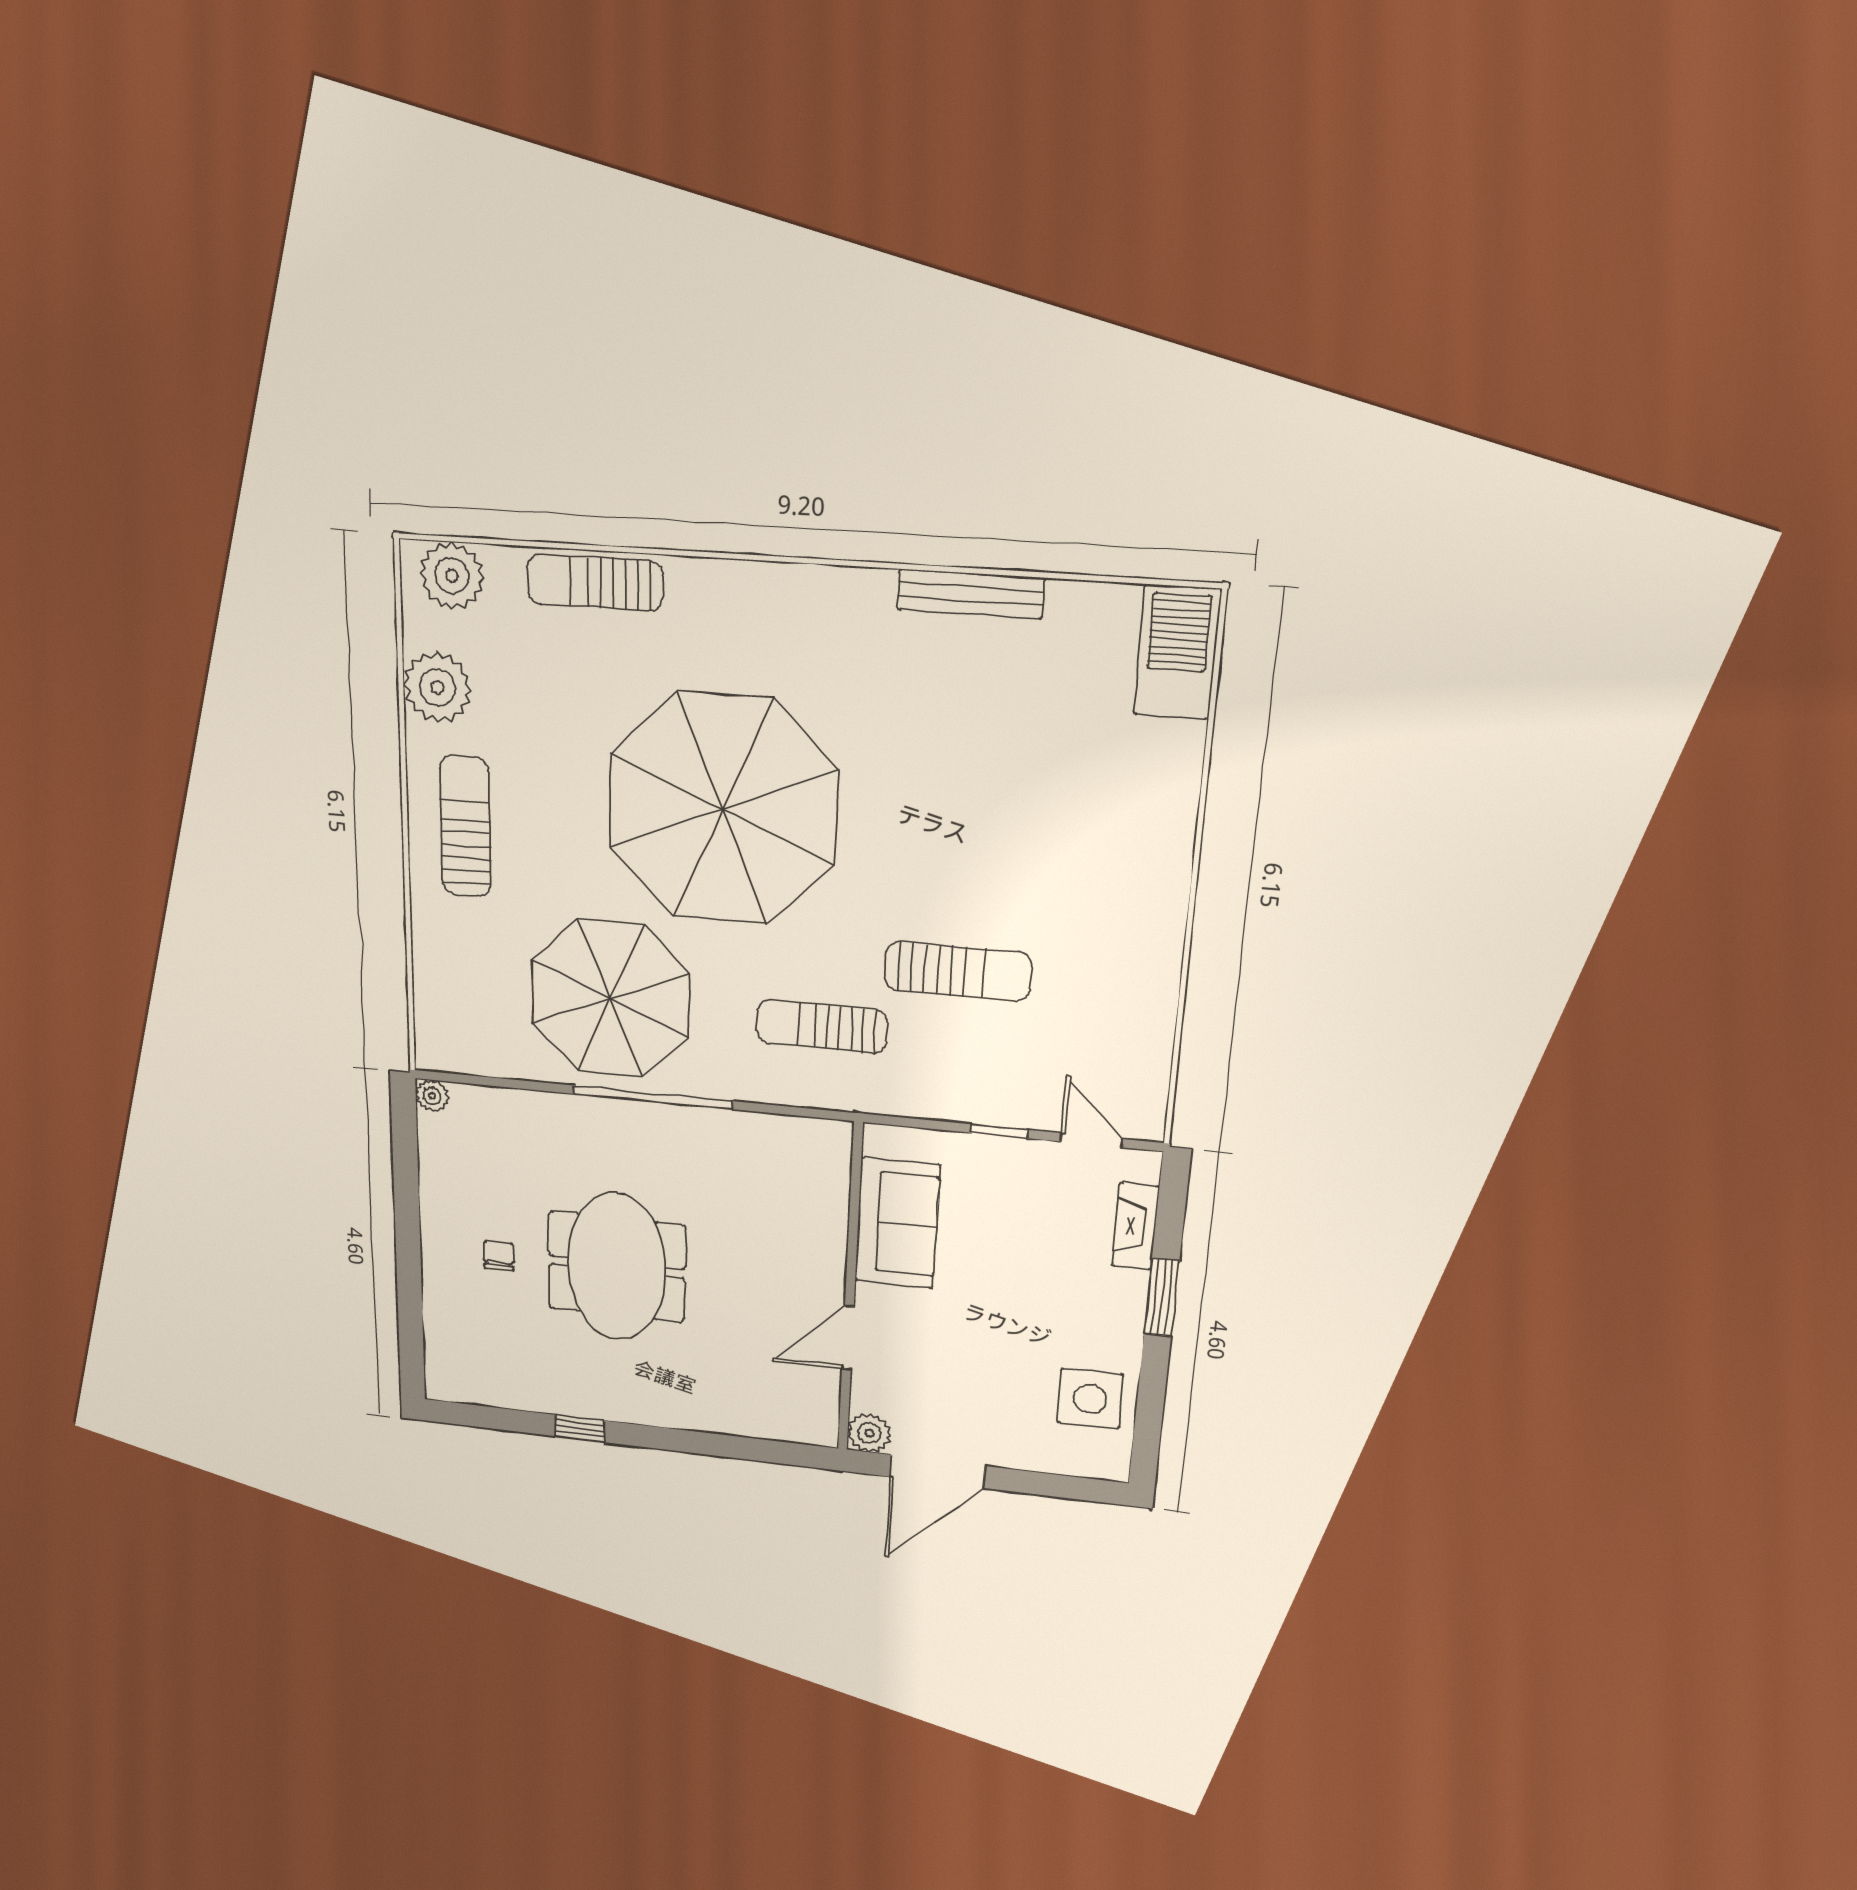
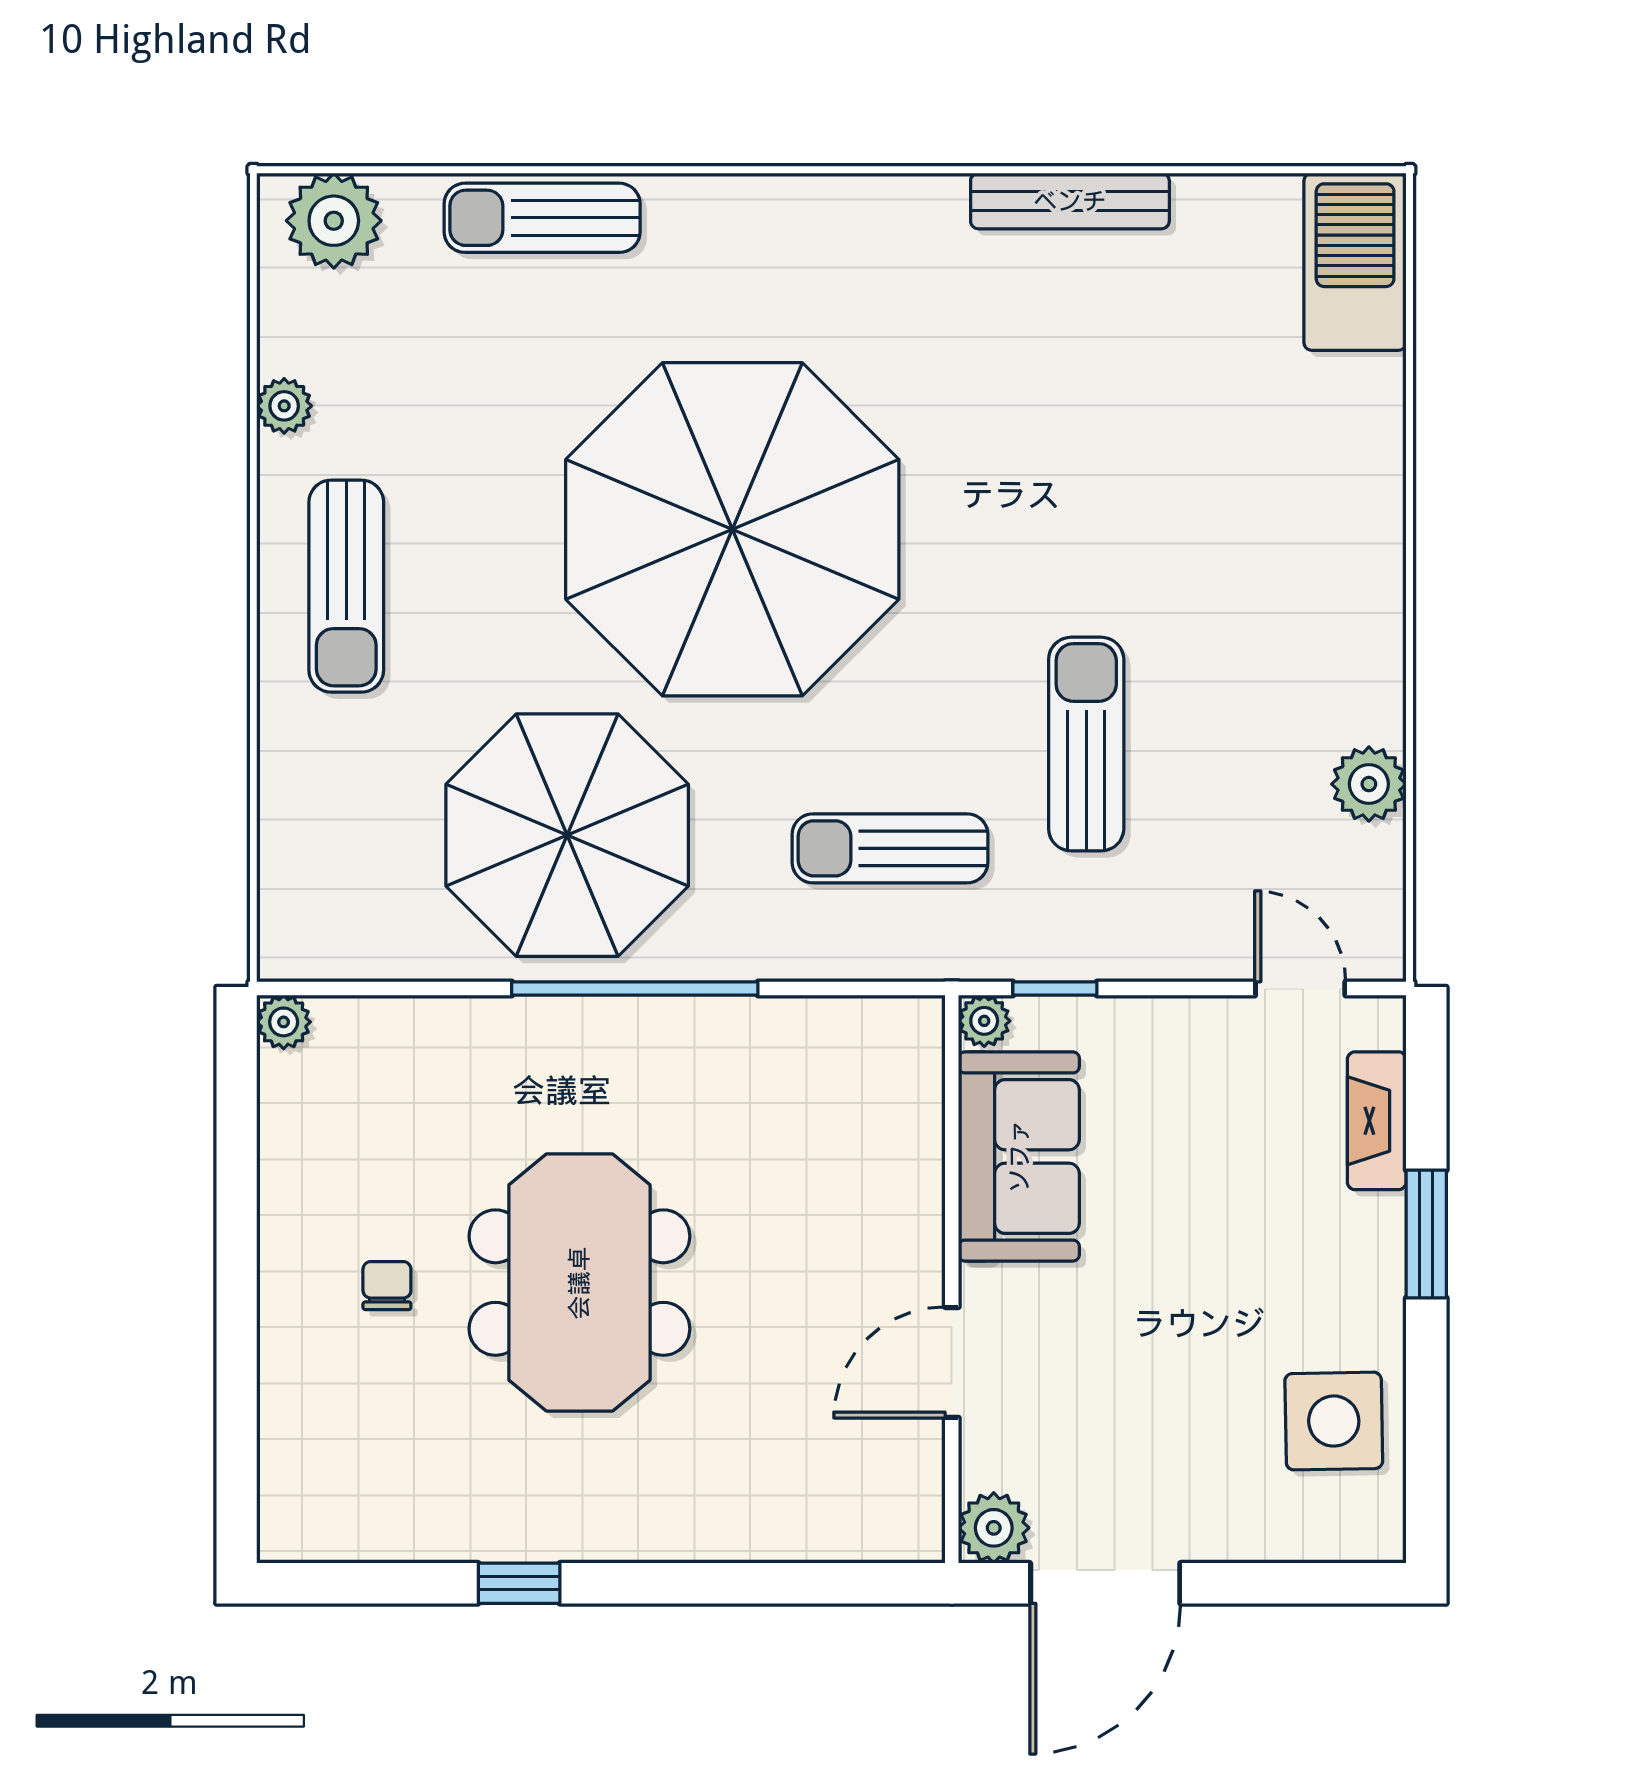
plant: (437, 687) -> (284, 406), width x0.53, depth x0.53
sun lounger: (465, 827) -> (346, 586), turned 180
sun lounger: (958, 971) -> (1086, 744), turned -90
plant: (1151, 1015) -> (1369, 784), added
window: (999, 1131) -> (1055, 988), moved
plant: (879, 1139) -> (984, 1021), added

